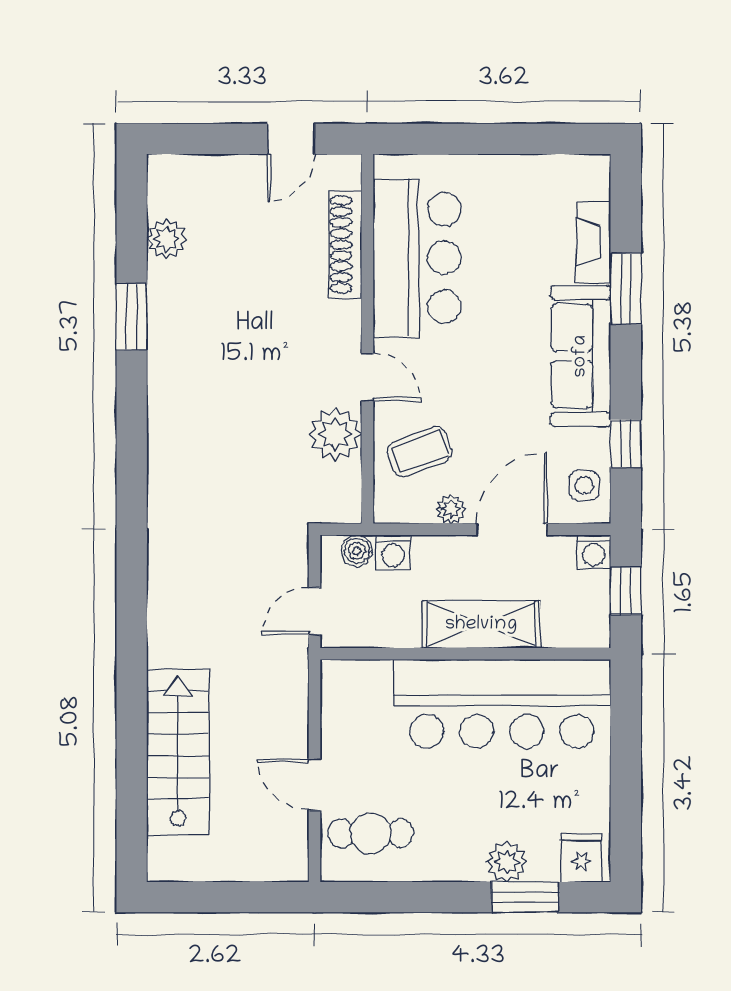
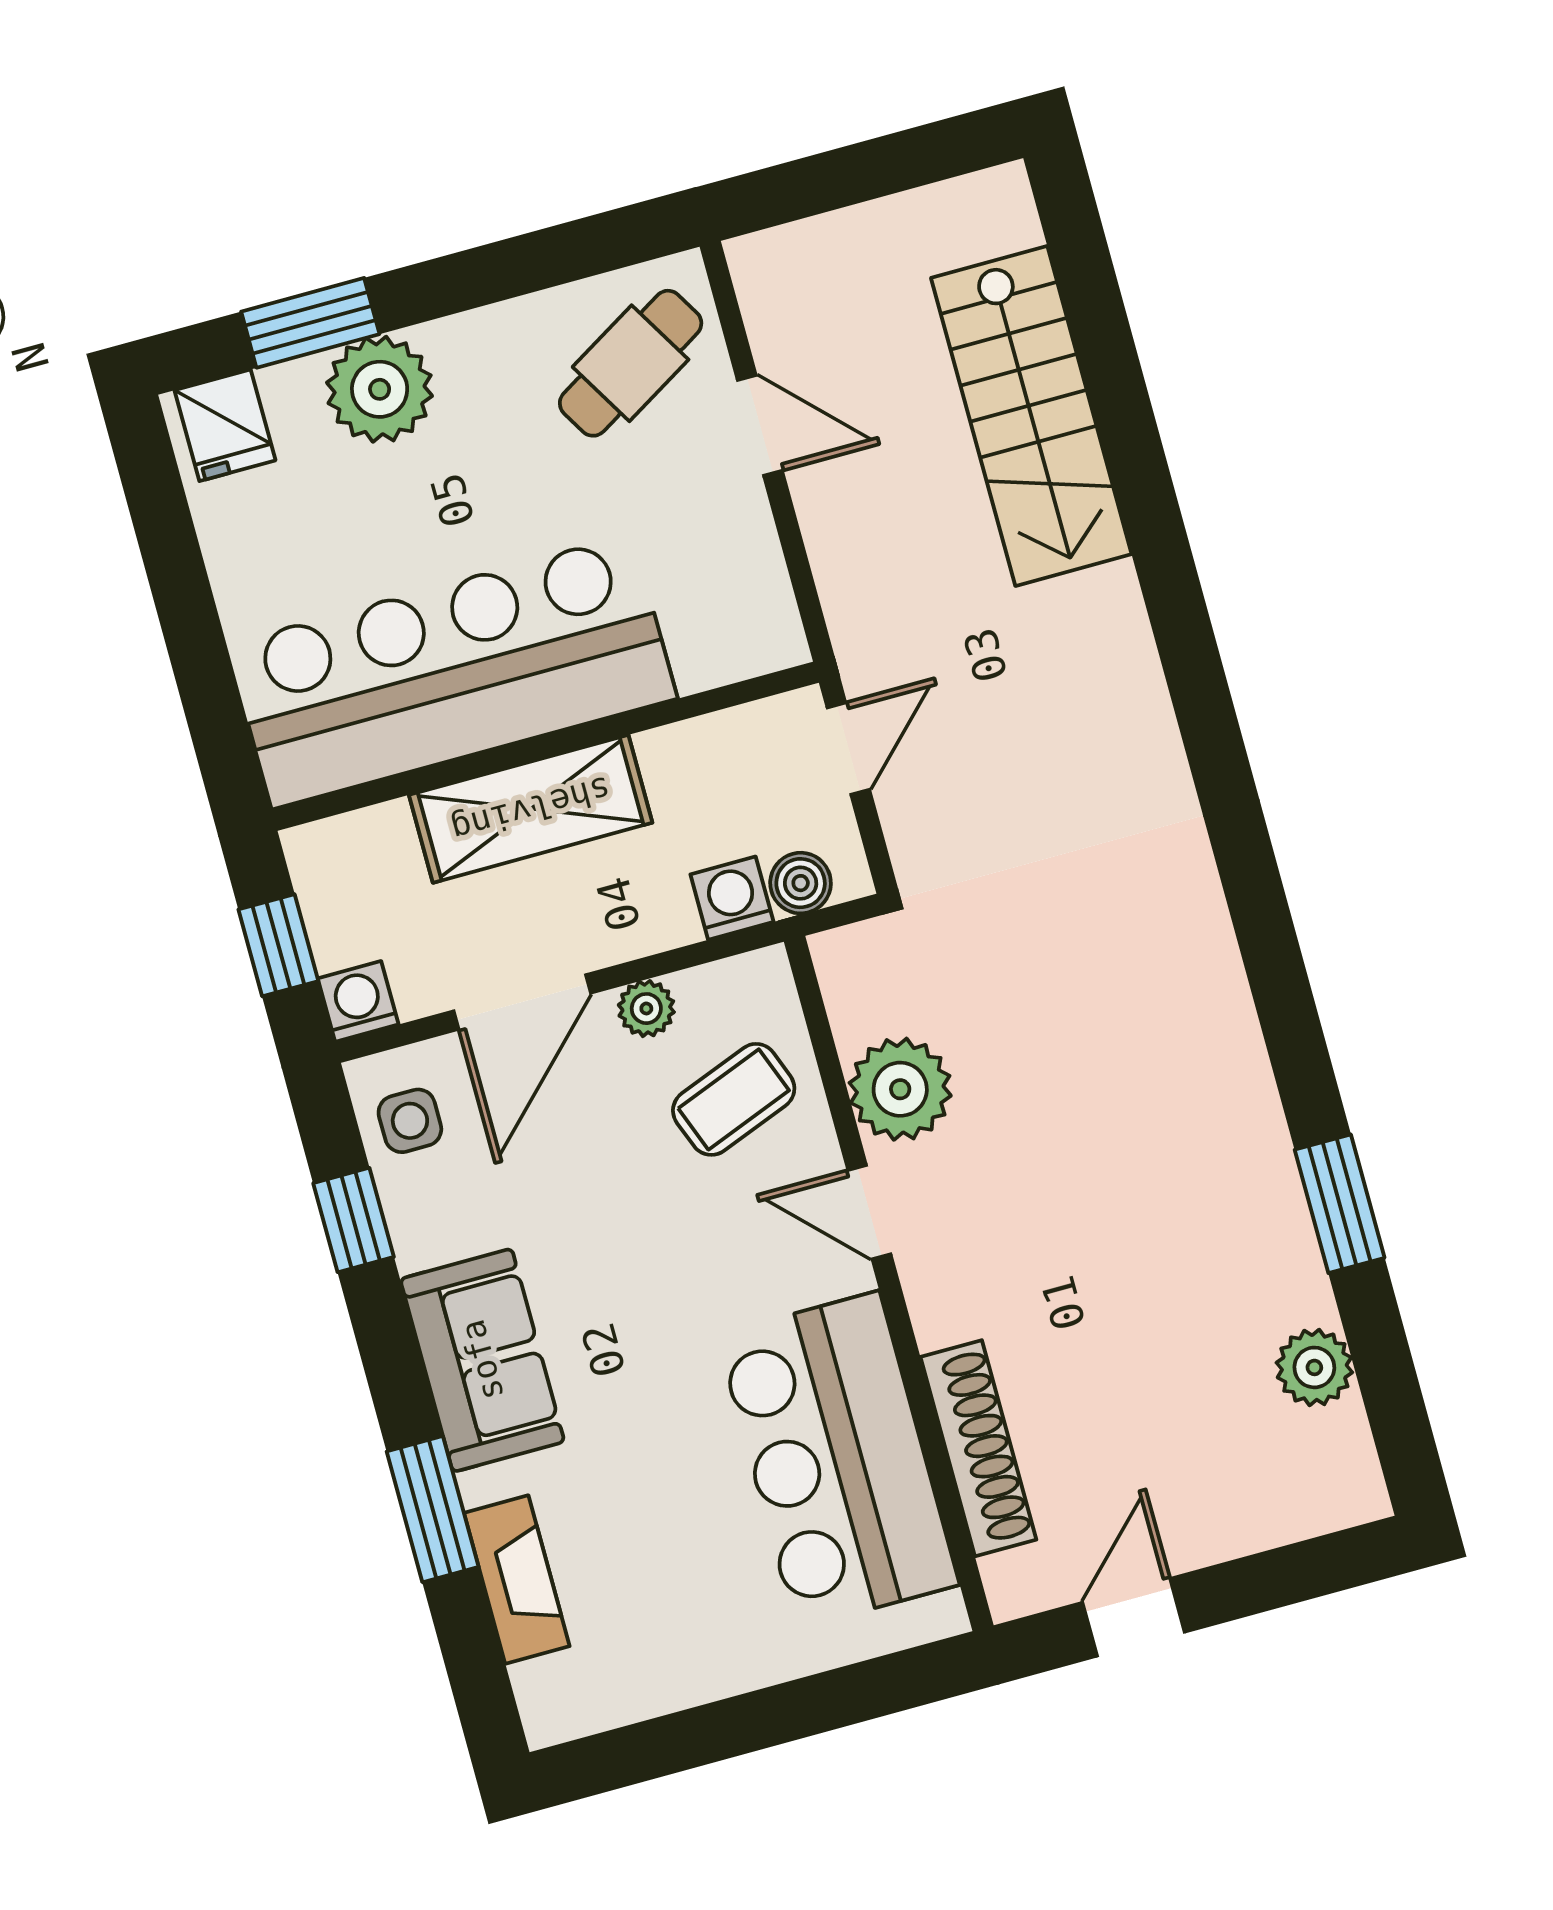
sofa: (581, 356) -> (482, 1360), width x0.73
cafe table: (371, 833) -> (631, 363), turned -31
plant: (507, 862) -> (380, 389), width x1.36, depth x1.36

